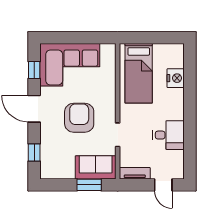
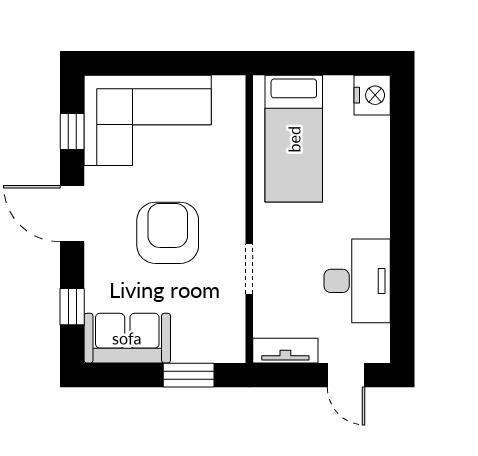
nightstand: (176, 78) -> (372, 95), moved
desk: (169, 135) -> (357, 281), width x1.37
sofa: (96, 167) -> (127, 338), moved

